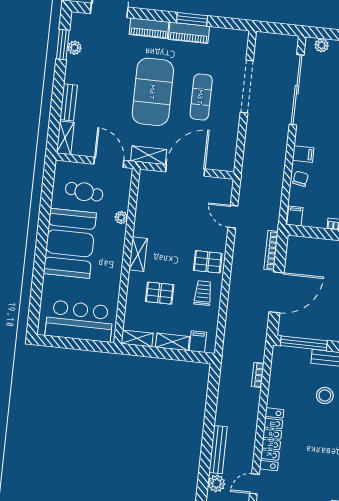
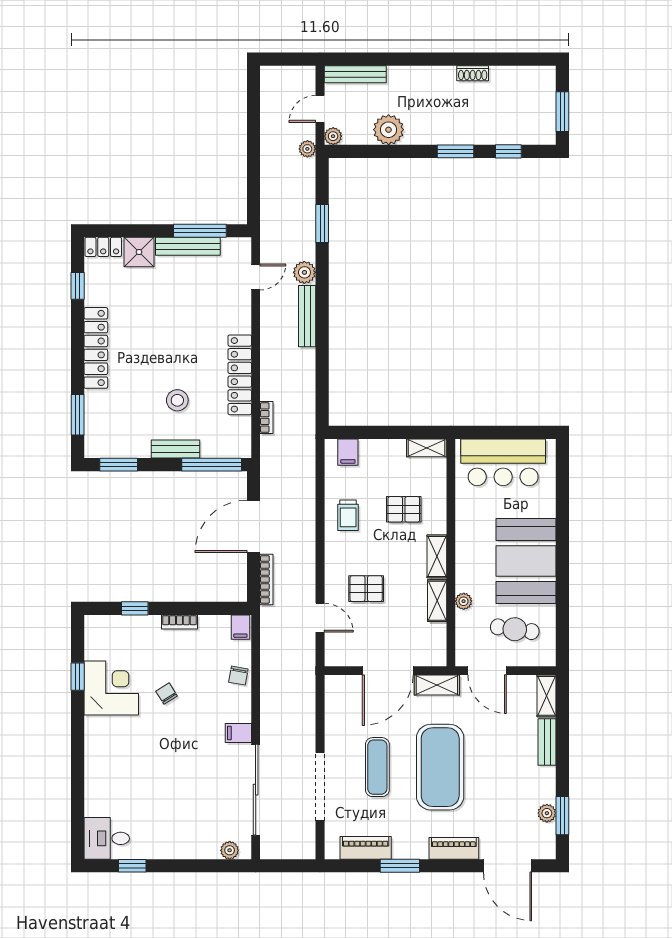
piano: (189, 33) -> (366, 848), moved
filing cabinet: (303, 154) -> (238, 733), moved
pallet: (208, 262) -> (366, 589), moved
shelving: (172, 342) -> (437, 601), moved, turned 90
locker: (272, 439) -> (240, 375), moved

